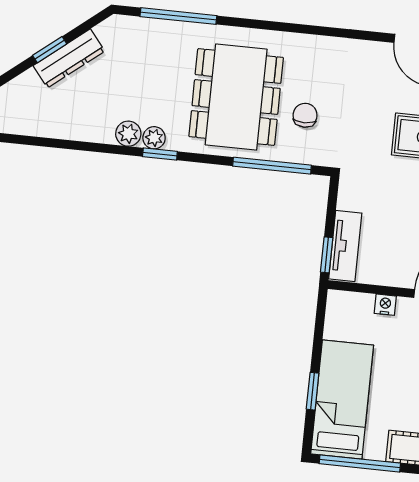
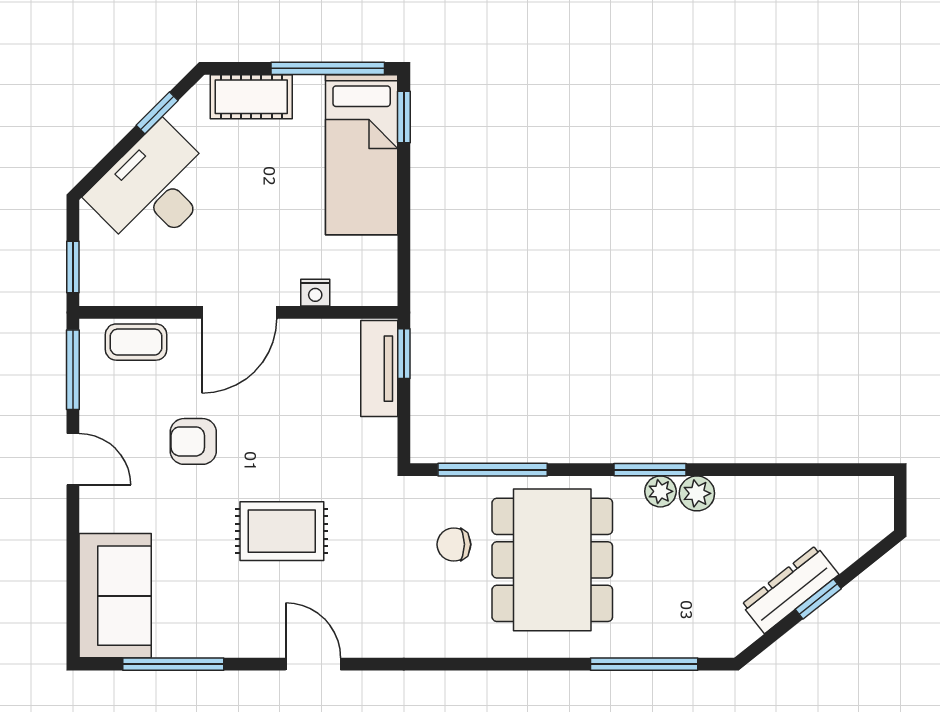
chair: (305, 115) -> (454, 544), turned 90
window: (160, 154) -> (650, 470), width x1.50
window: (313, 391) -> (404, 117), moved

